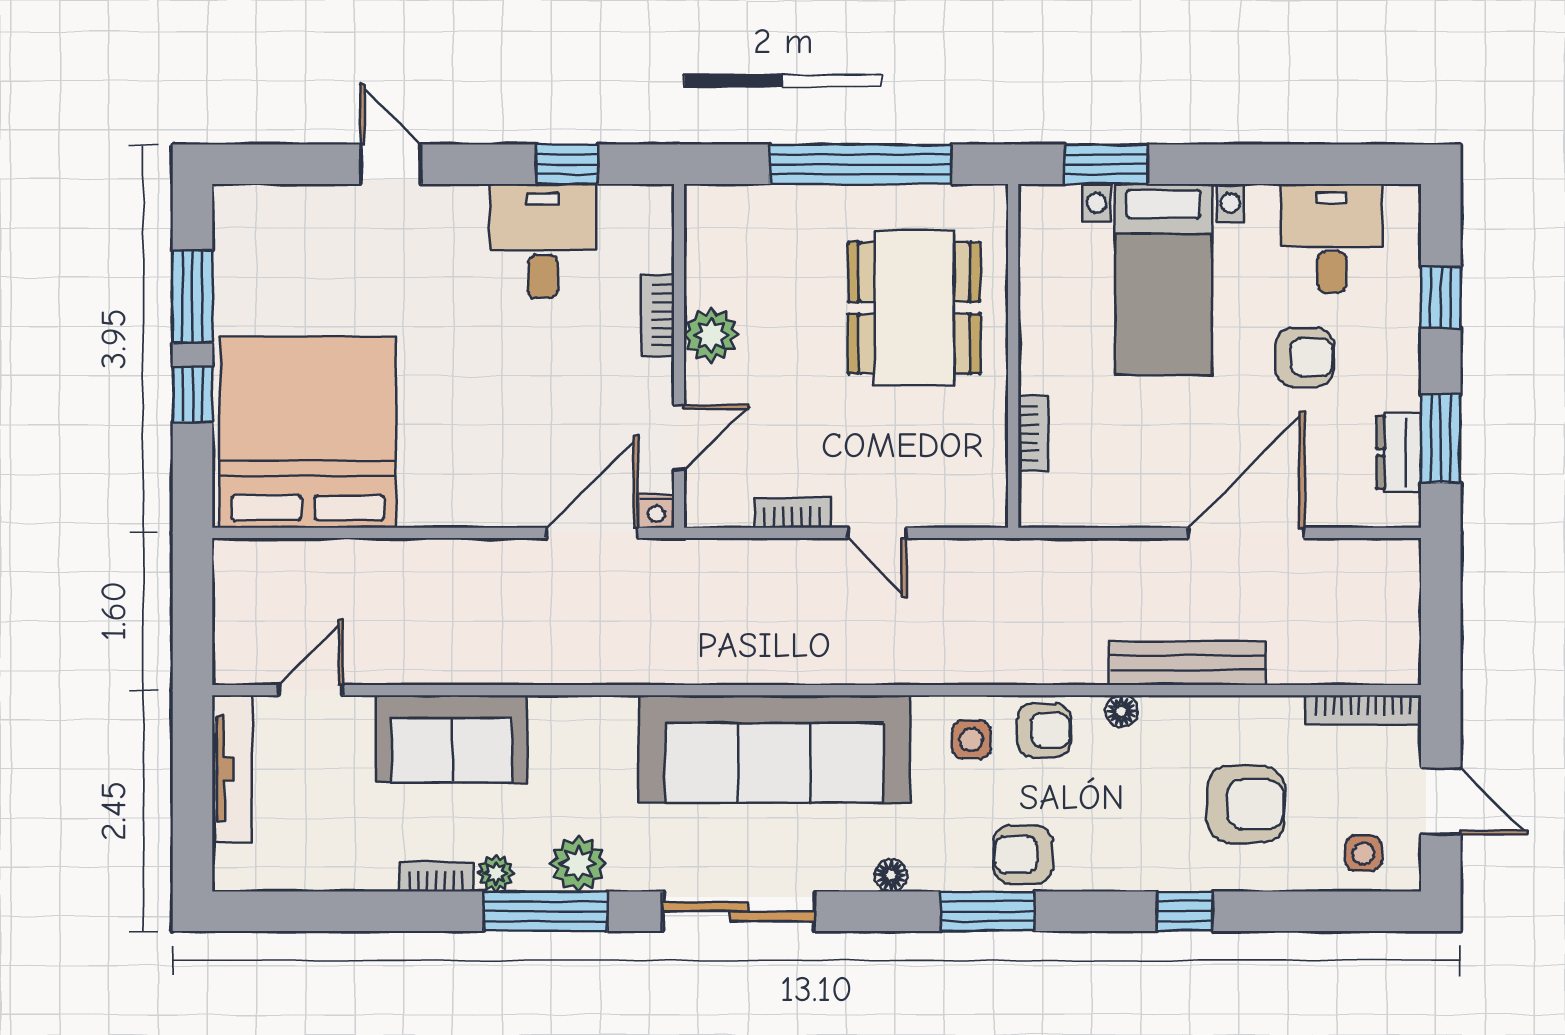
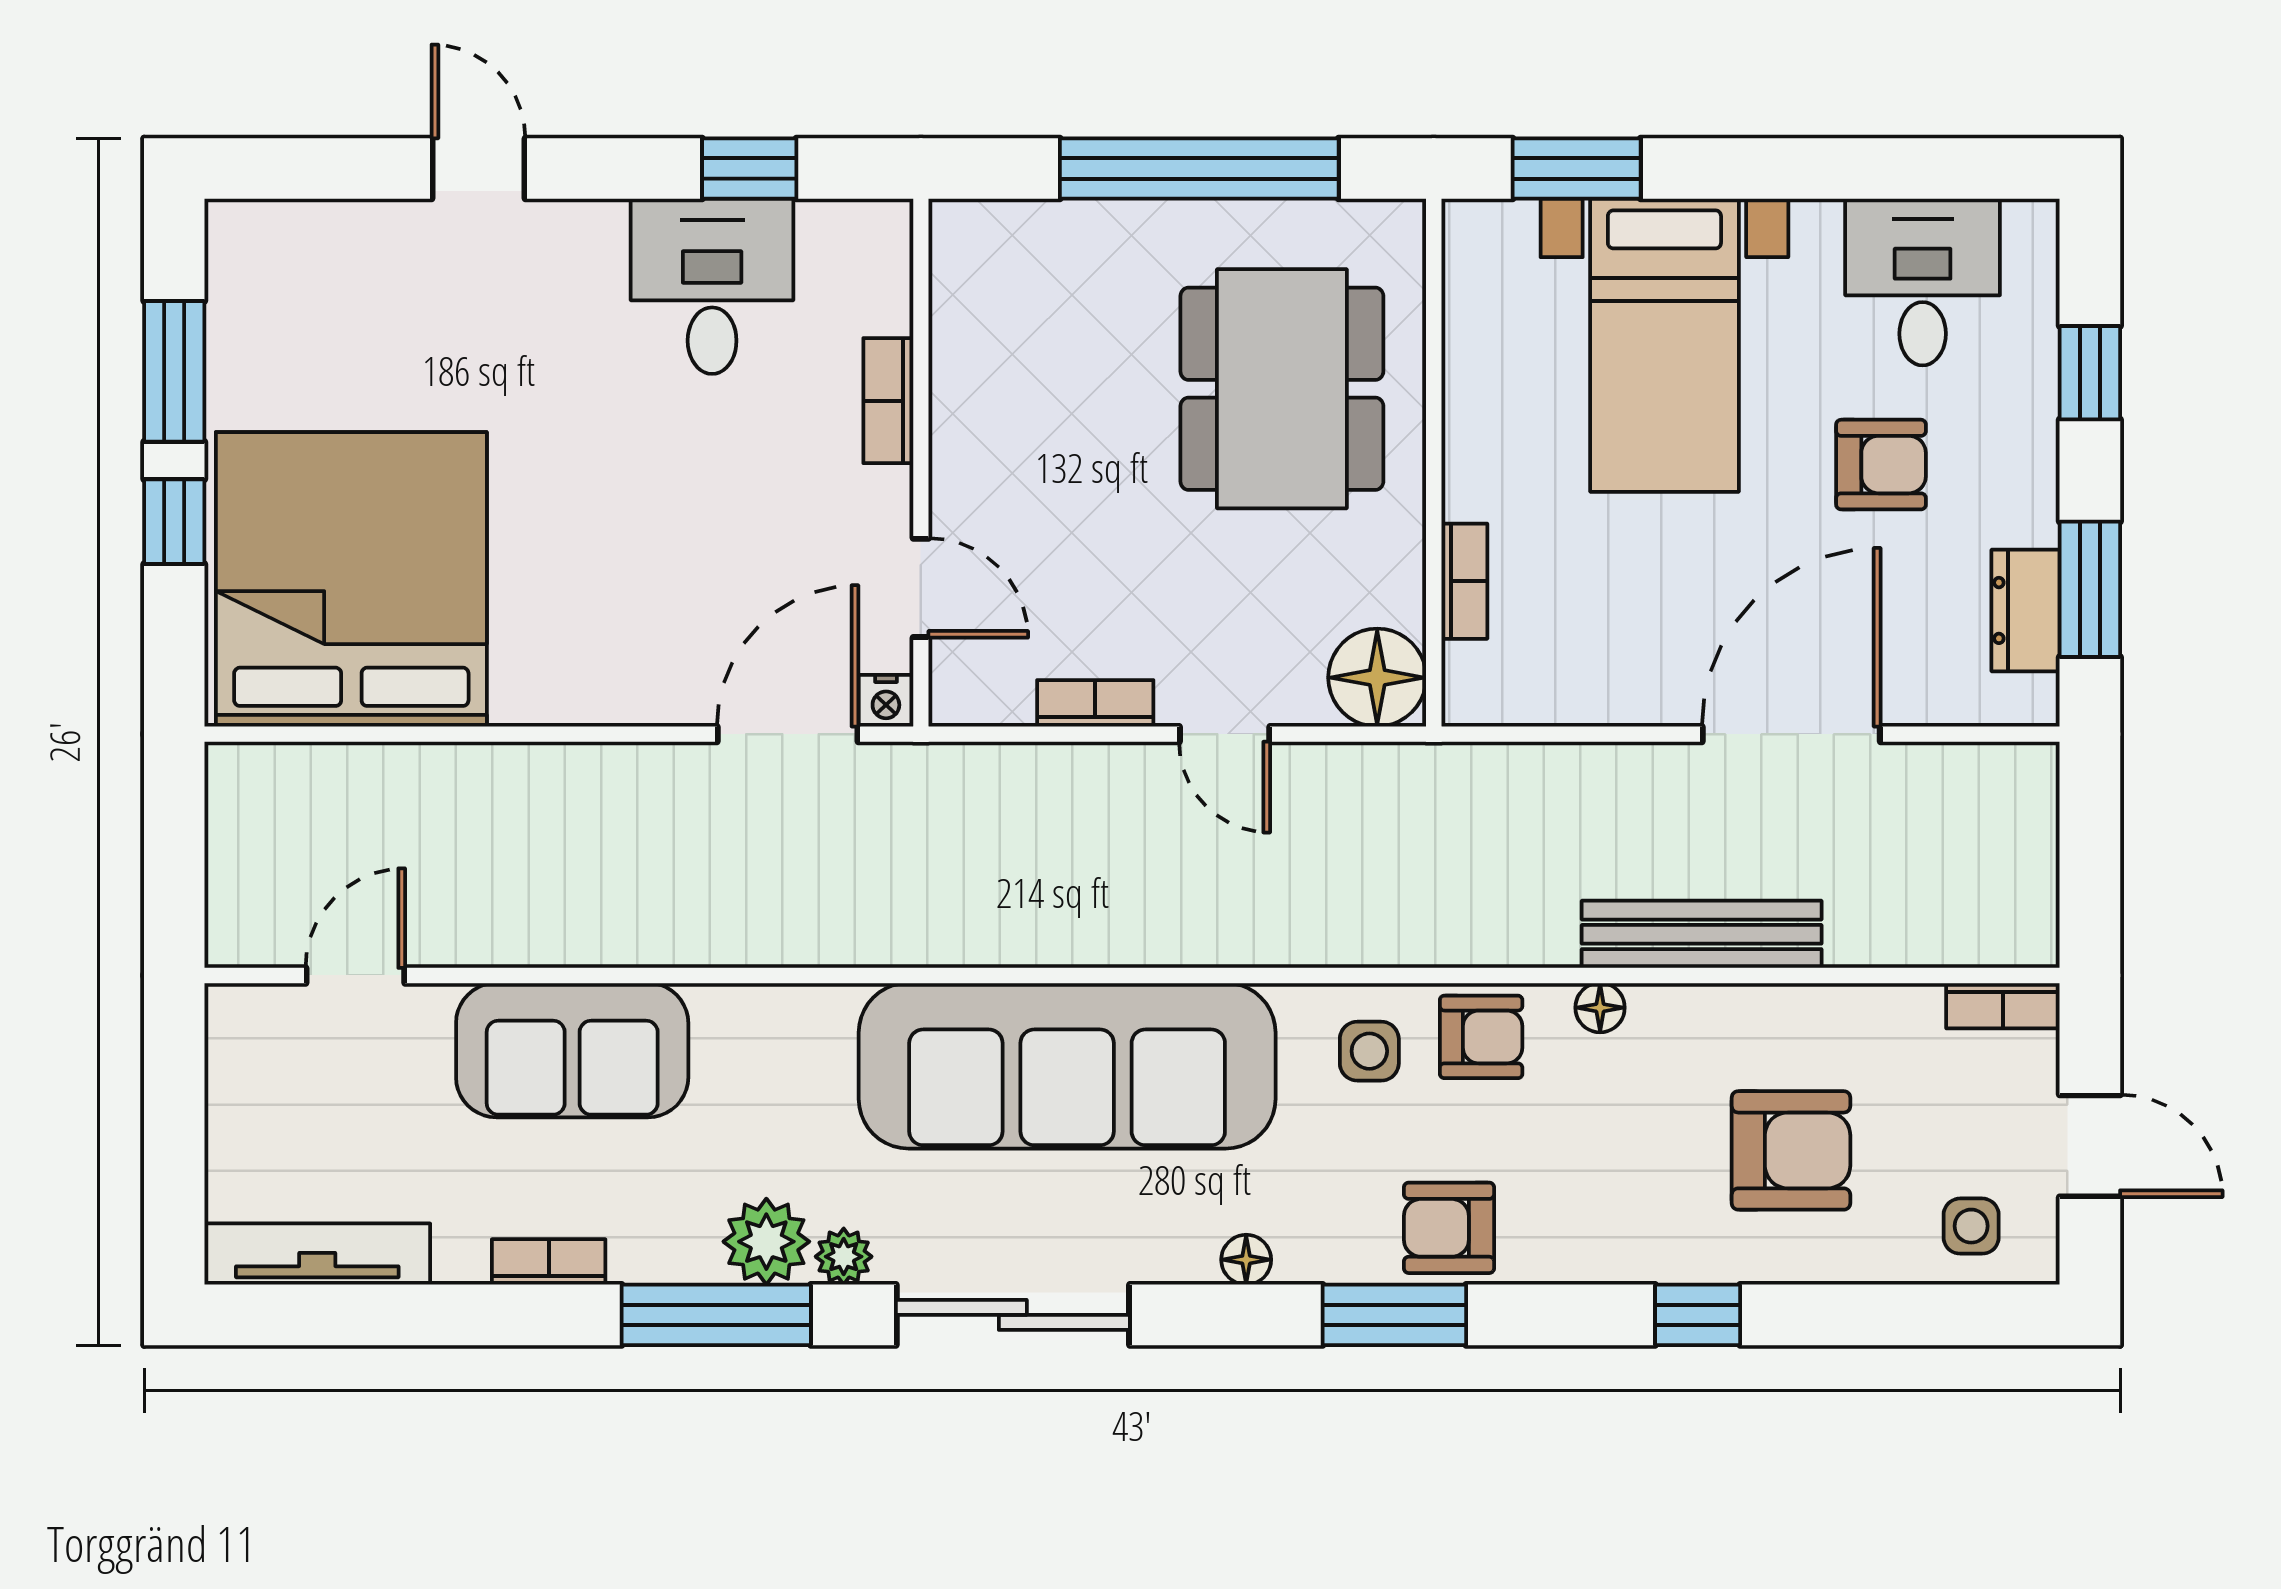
plant: (711, 335) -> (970, 430), removed
door: (679, 438) -> (921, 588), hinge flipped
floor lamp: (976, 496) -> (1377, 678), added
bookcase: (1363, 710) -> (2003, 1006), width x0.64
tv unit: (232, 769) -> (317, 1254), moved, turned -90
plant: (496, 873) -> (844, 1257), moved

